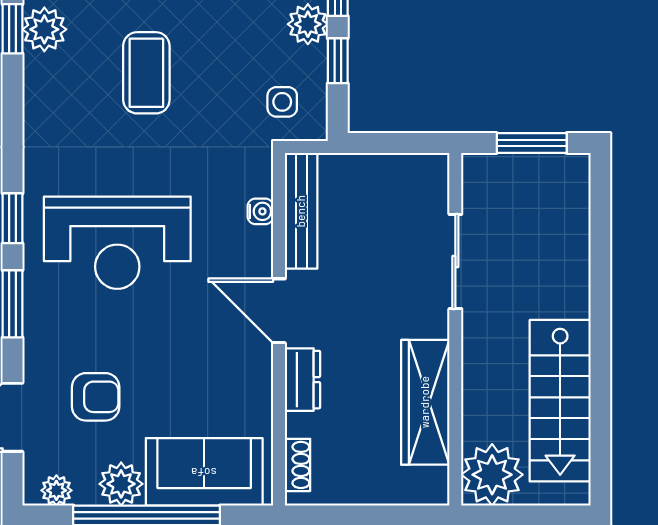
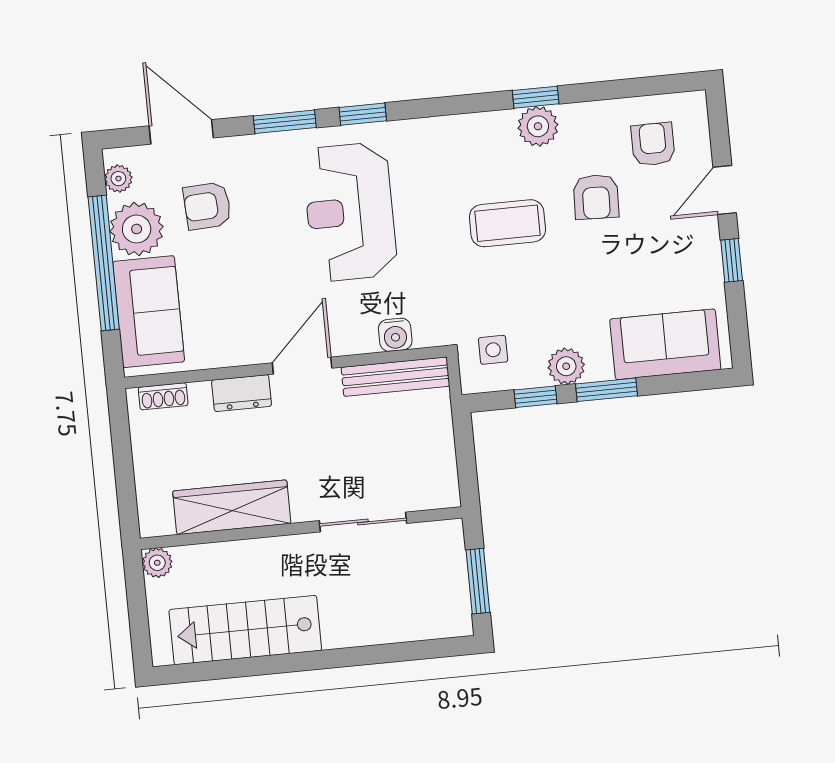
water cooler: (260, 211) -> (395, 335), width x1.38, depth x1.38
armchair: (96, 397) -> (207, 206), turned 87
plant: (492, 475) -> (157, 563), width x0.53, depth x0.53
plant: (121, 484) -> (137, 229), width x1.36, depth x1.36

